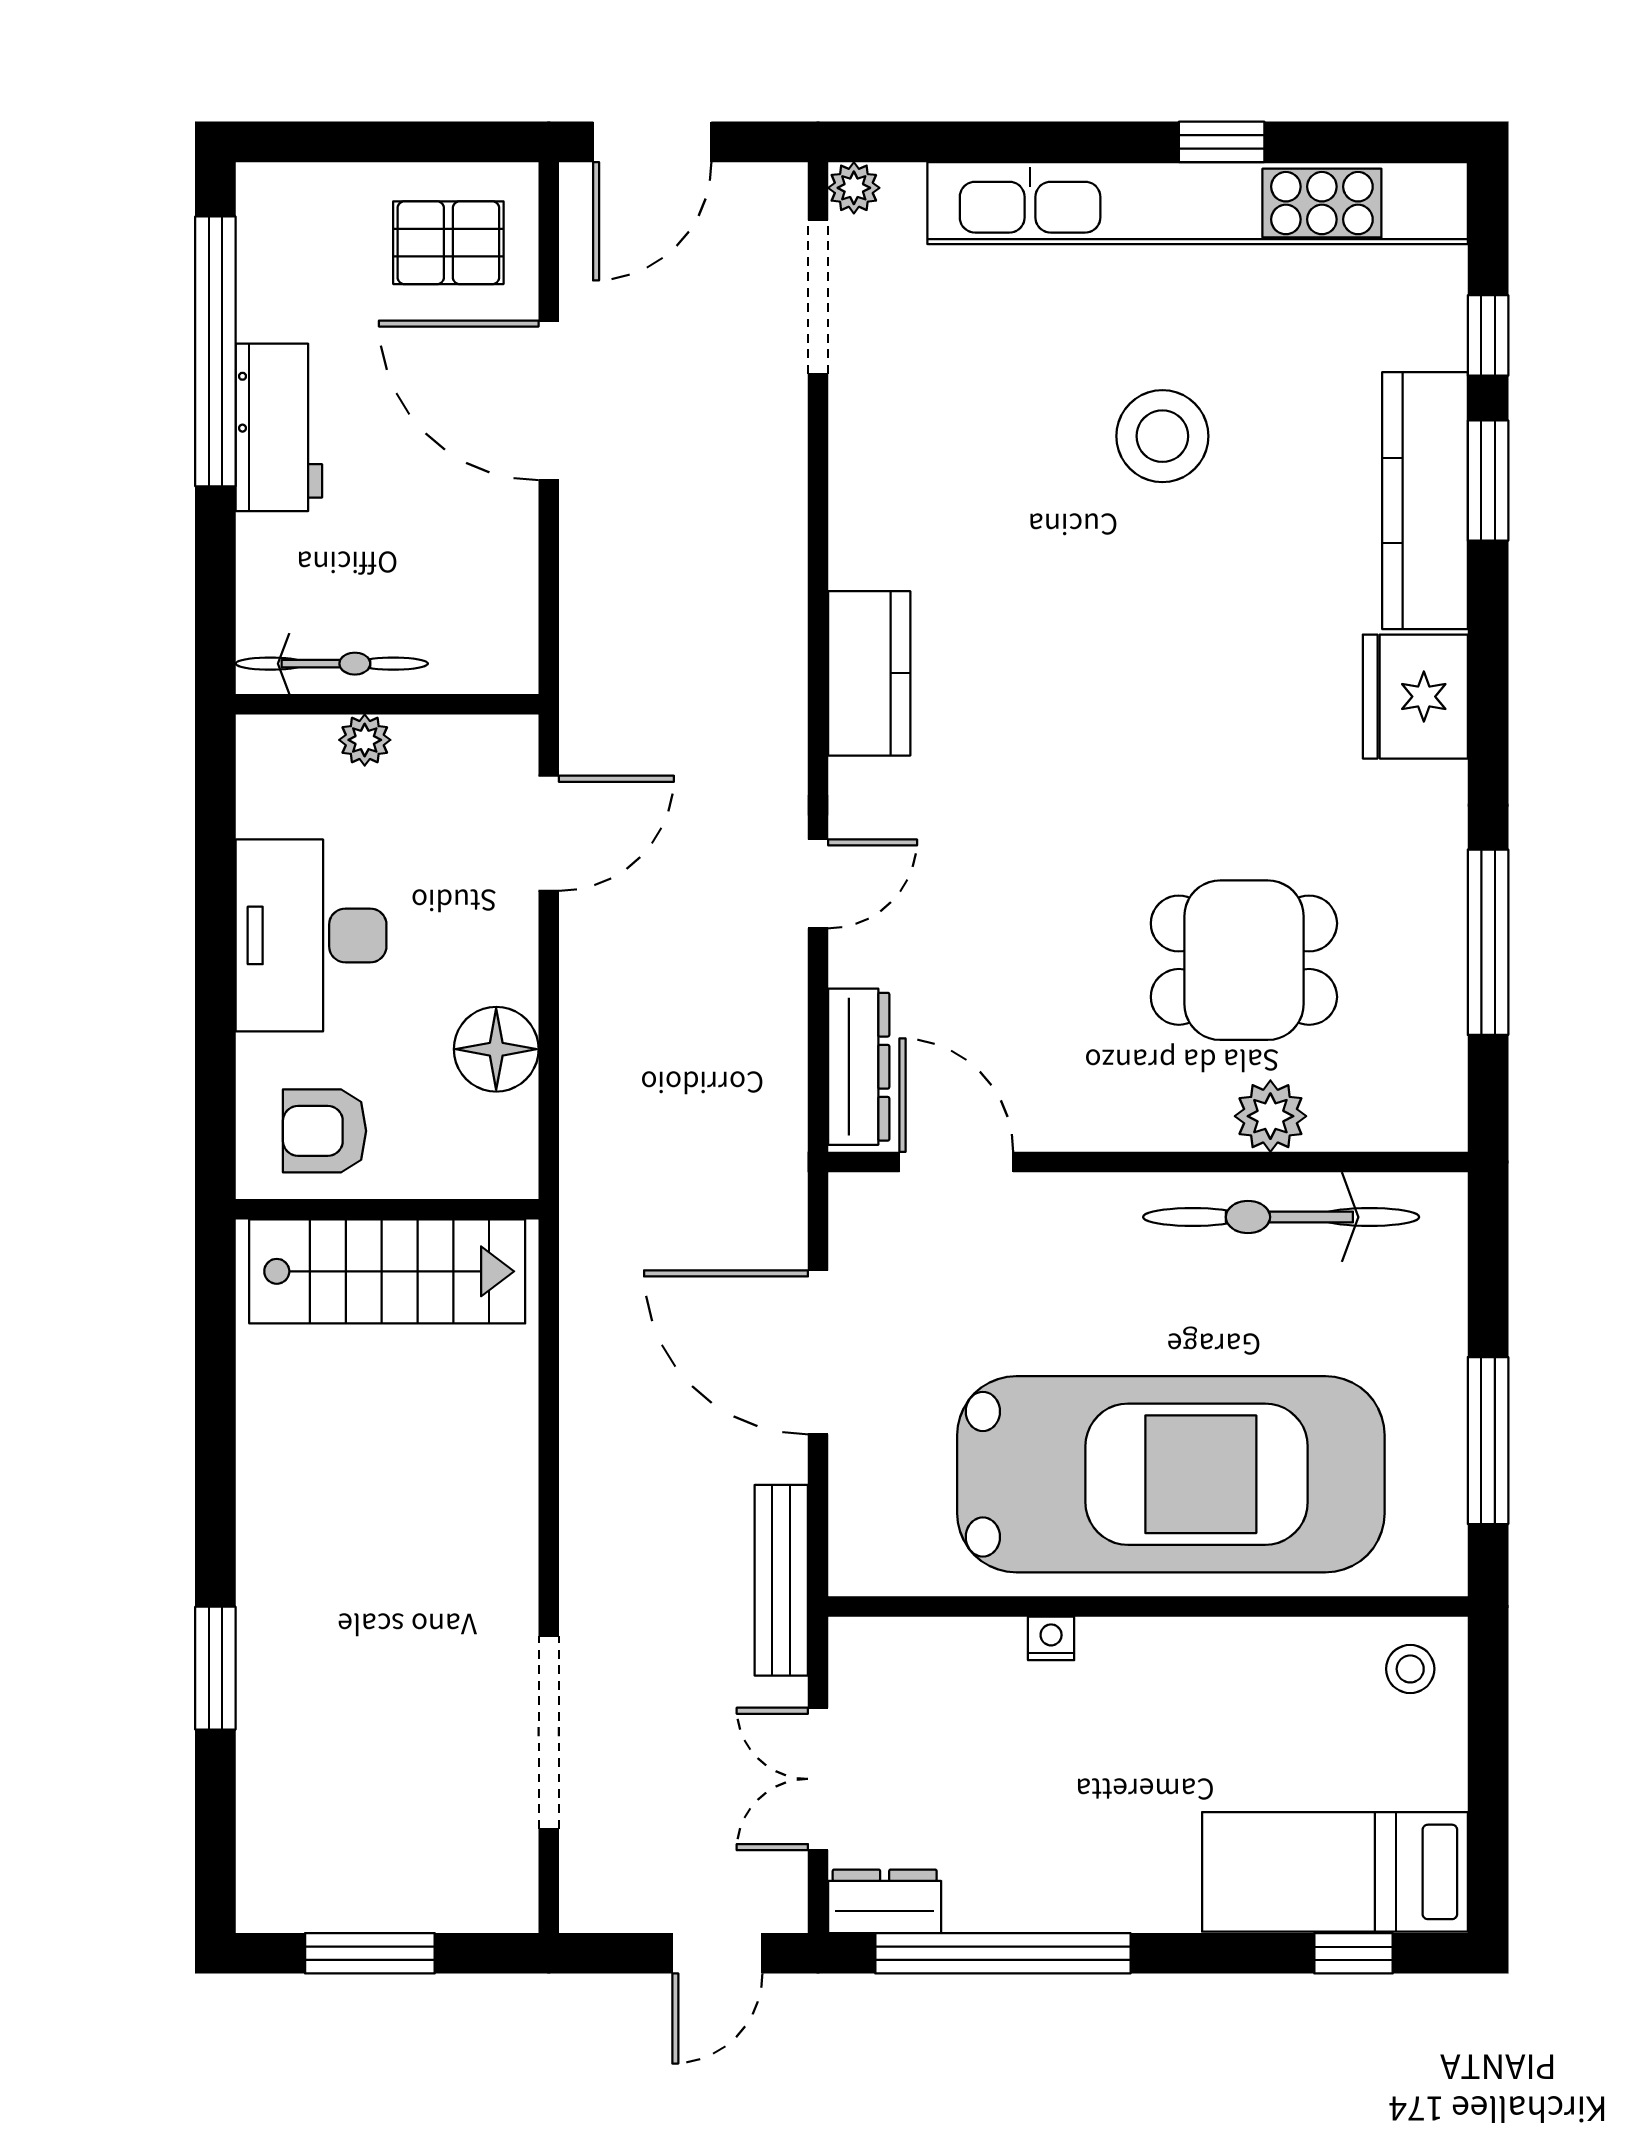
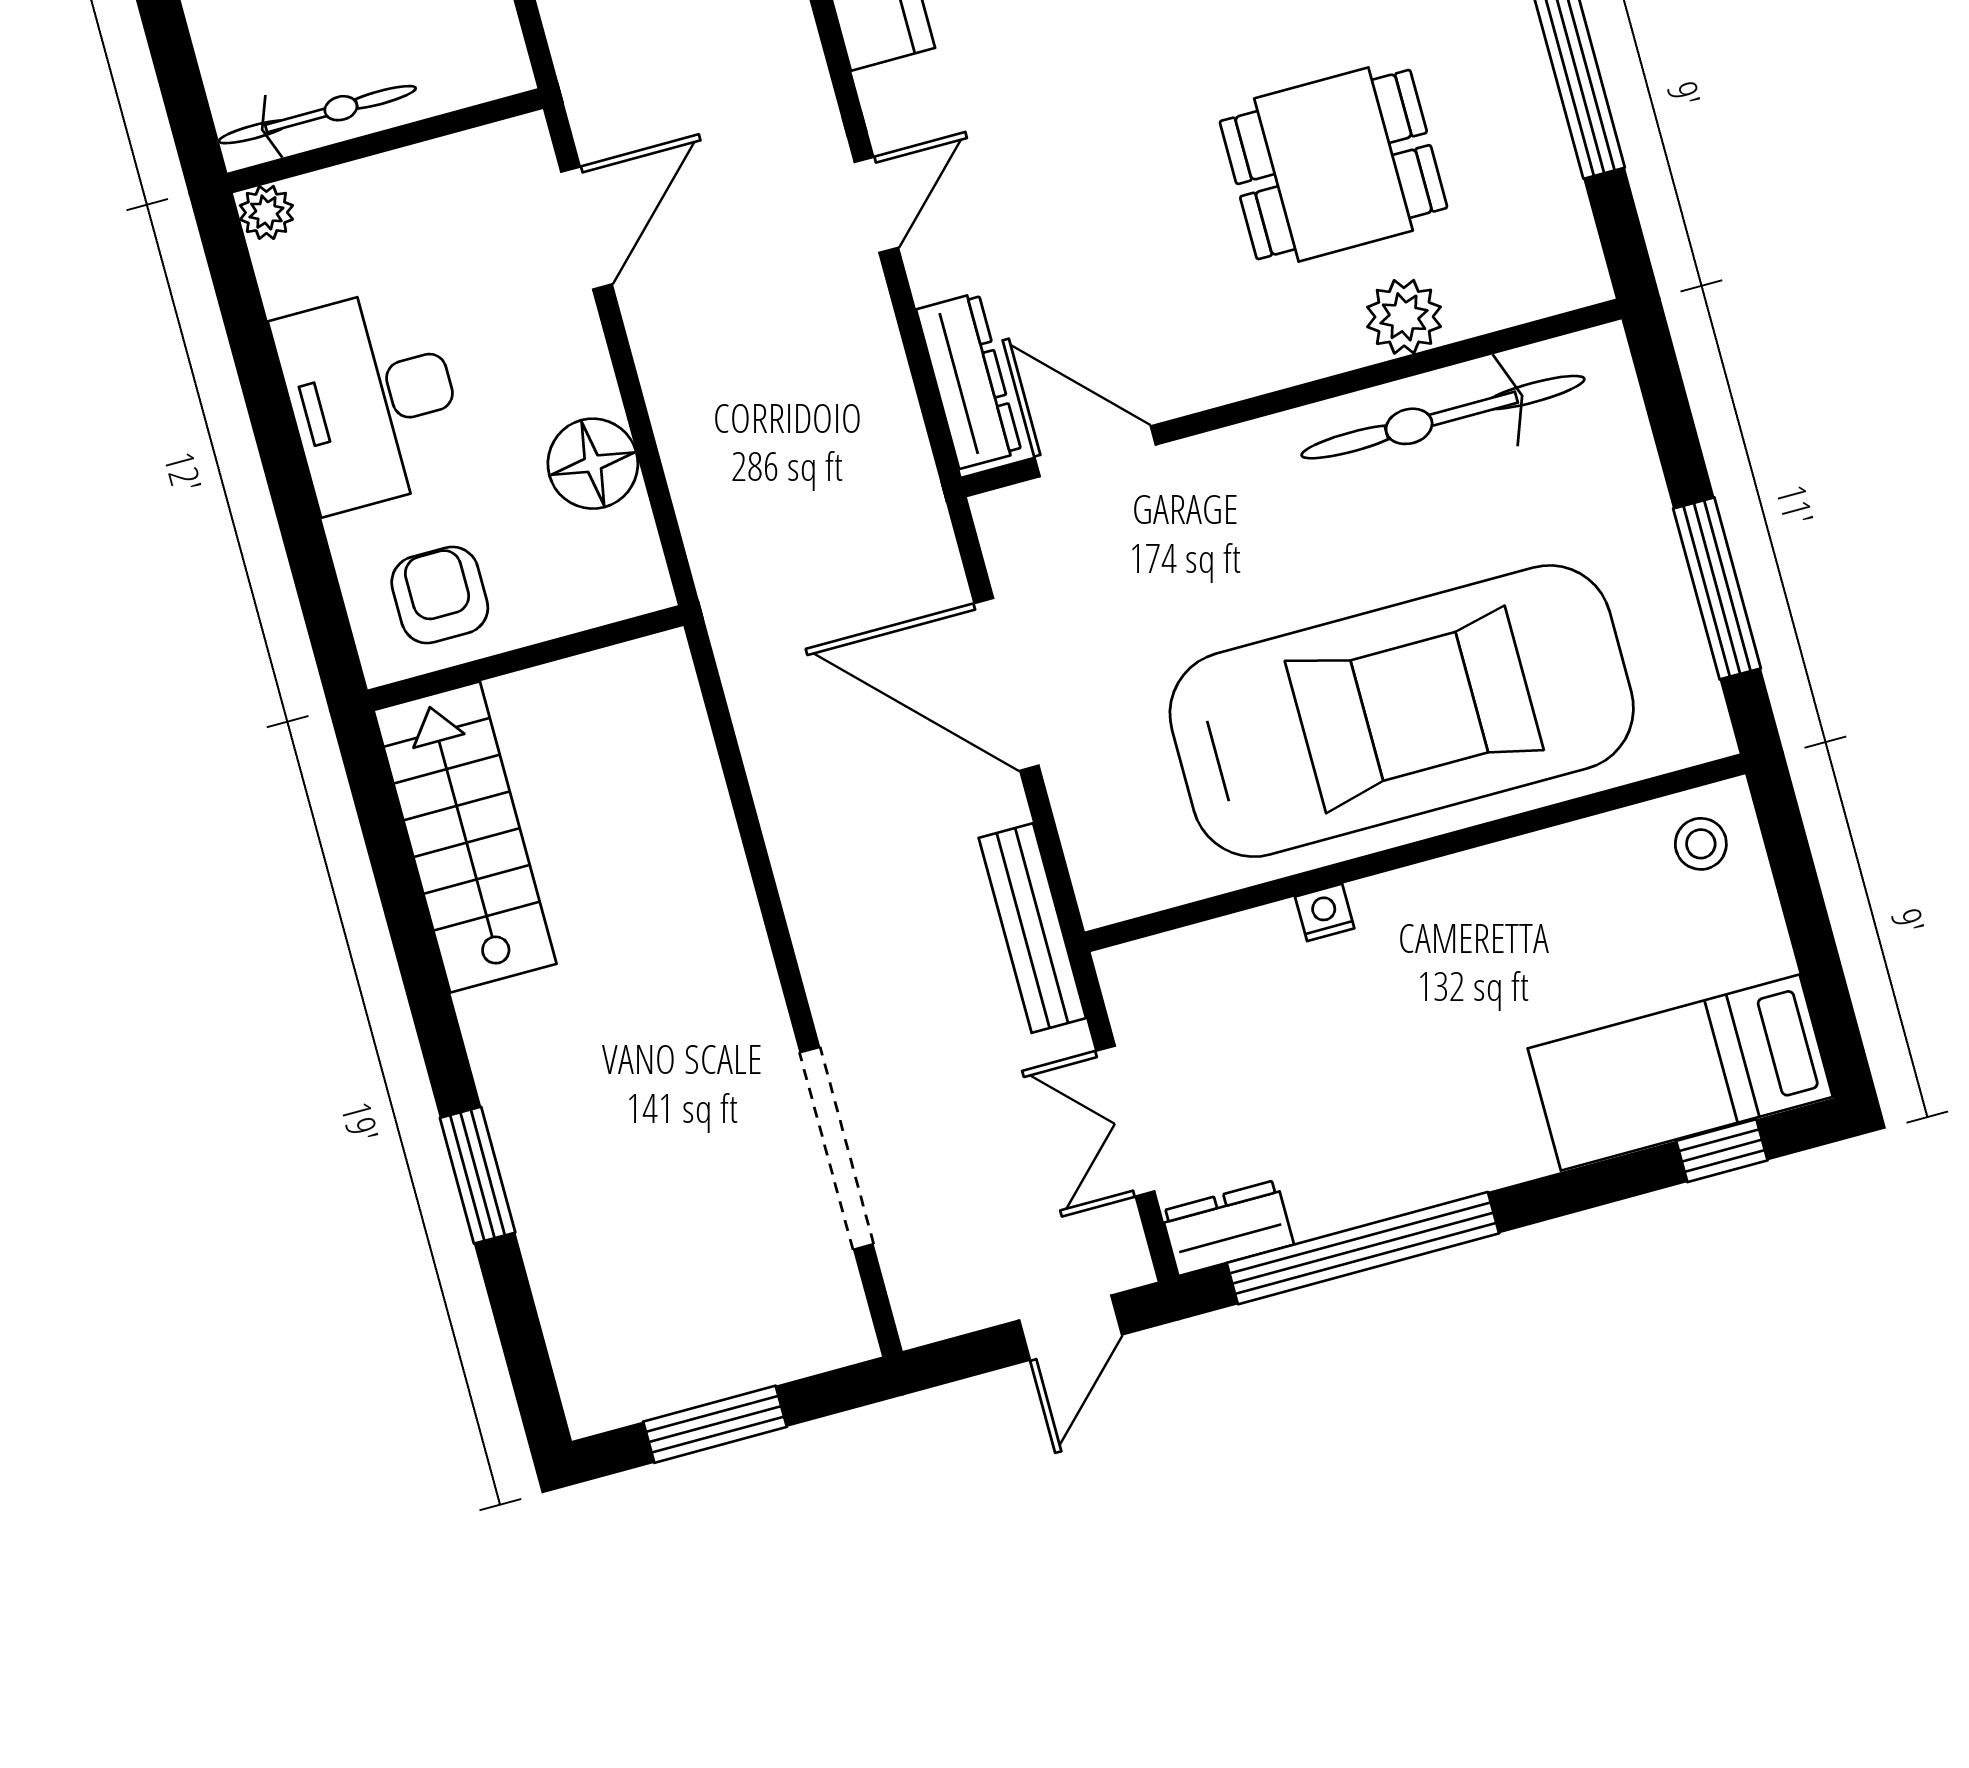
plant: (365, 740) -> (266, 212), moved
armchair: (324, 1131) -> (440, 595), turned 90
stairs: (387, 1271) -> (465, 837), moved, turned -90

